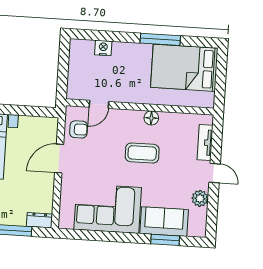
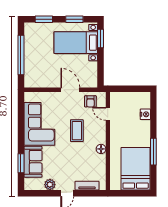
coffee table: (142, 153) -> (77, 131), moved
dresser: (39, 220) -> (29, 79), removed

